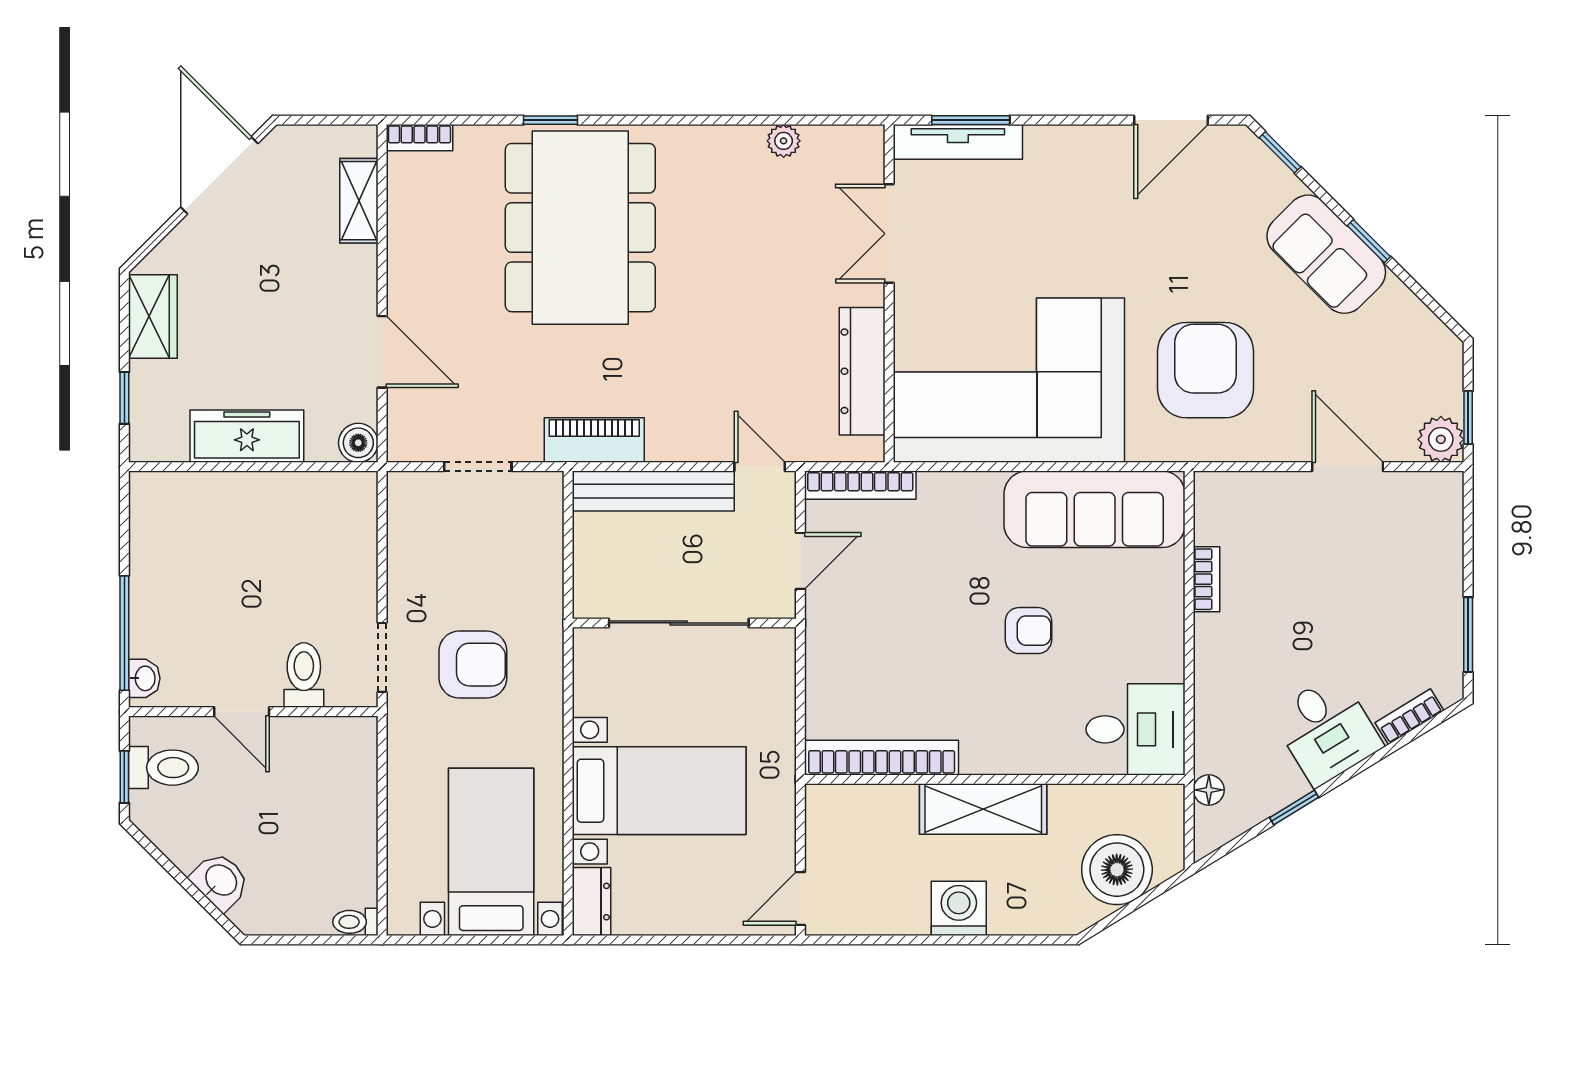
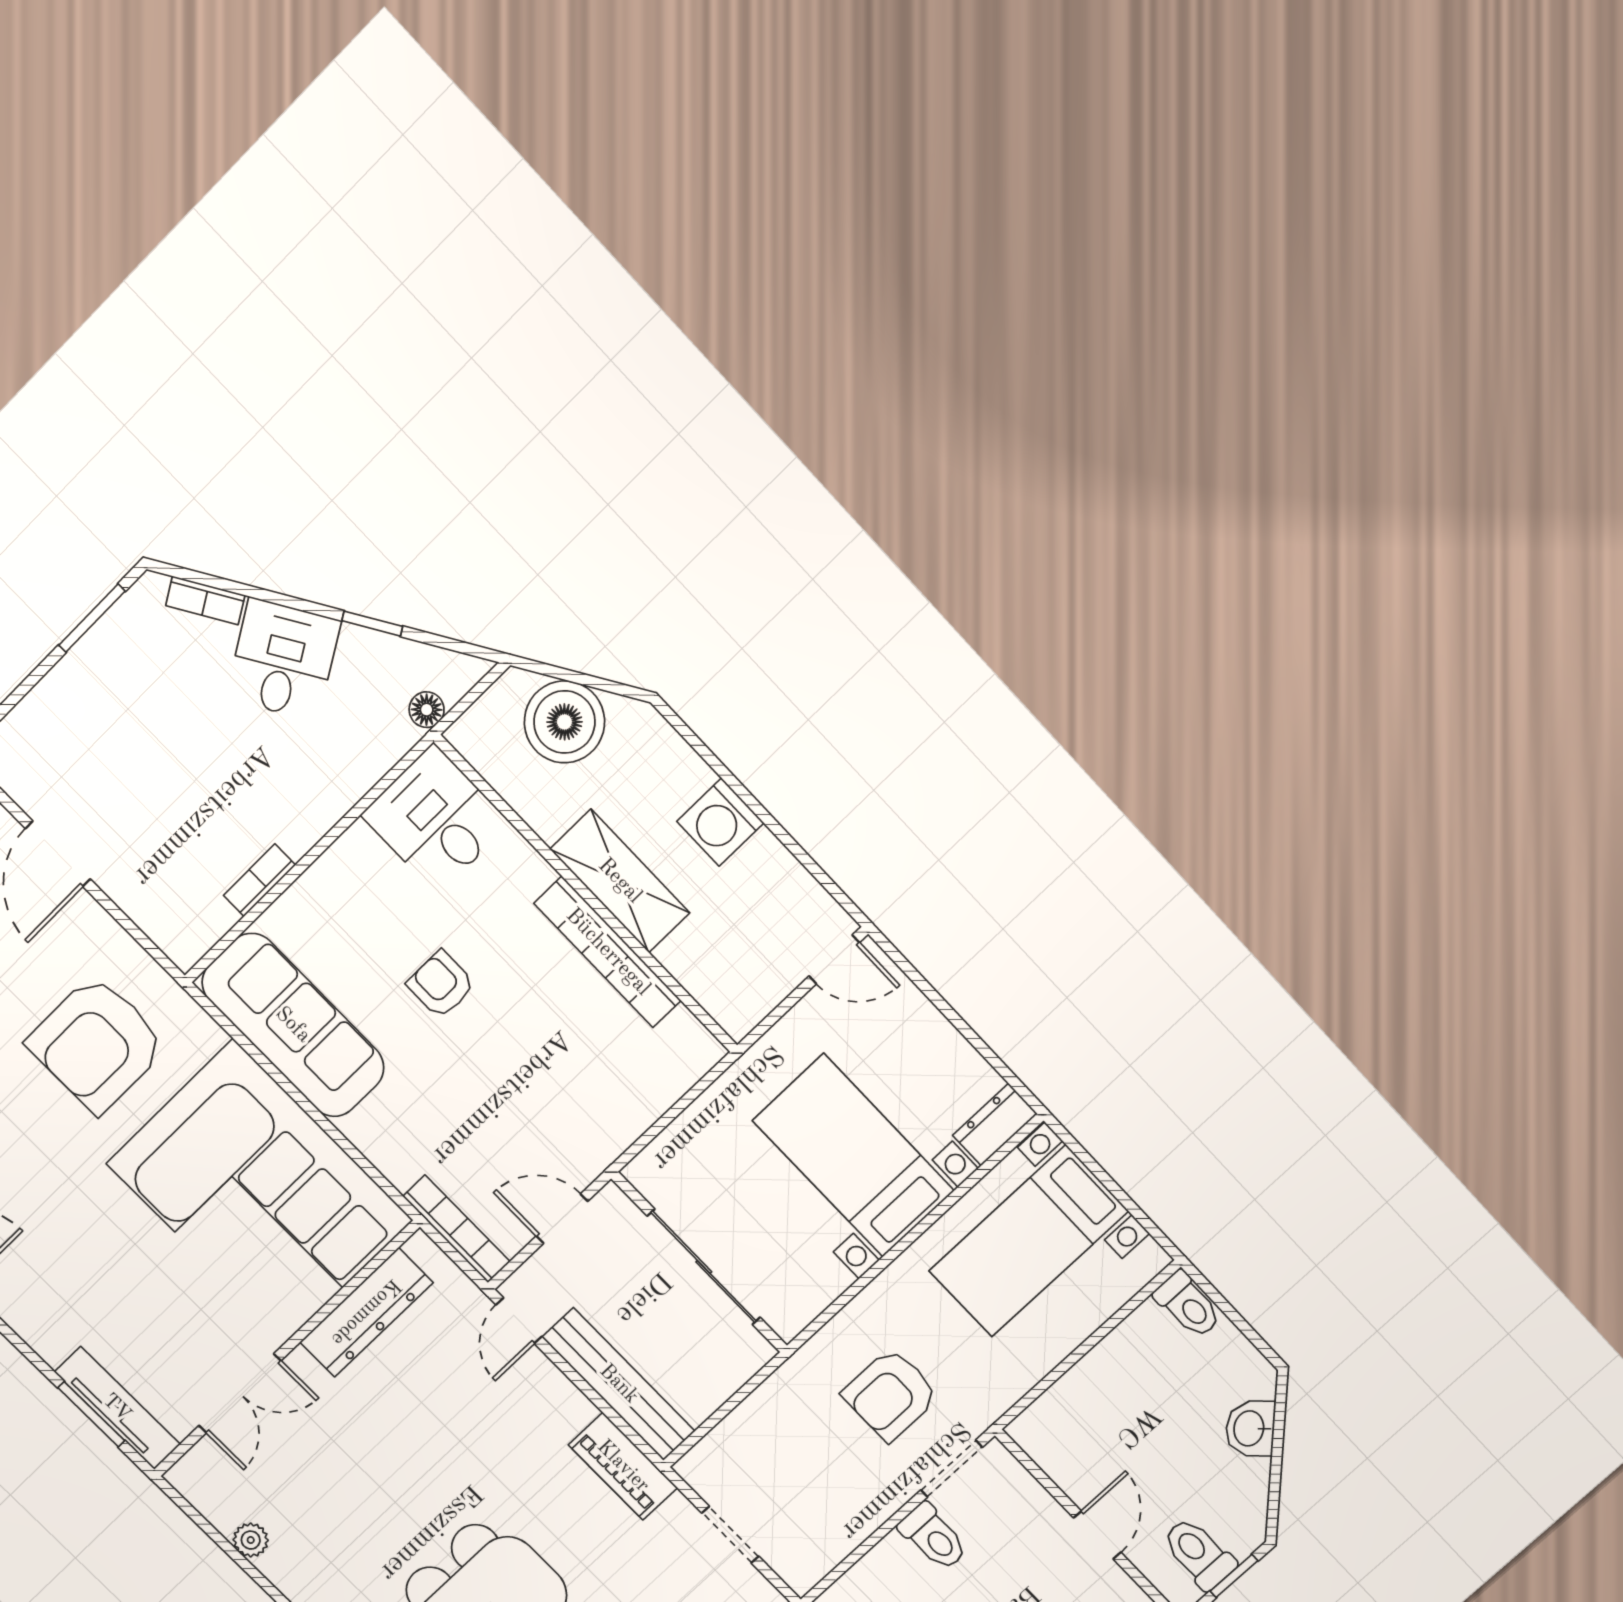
armchair: (473, 665) -> (891, 1395), turned -90
toilet: (304, 675) -> (933, 1537), moved, turned -90
bookcase: (882, 758) -> (608, 952), moved
toilet: (355, 922) -> (1188, 1305), width x1.37, depth x1.39

